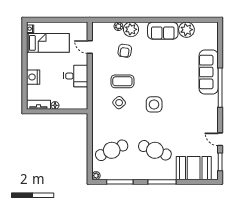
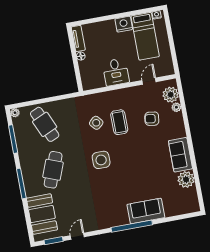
plant: (131, 29) -> (171, 95), moved
sofa: (209, 72) -> (146, 211), width x0.73
nightstand: (33, 77) -> (124, 24), moved

